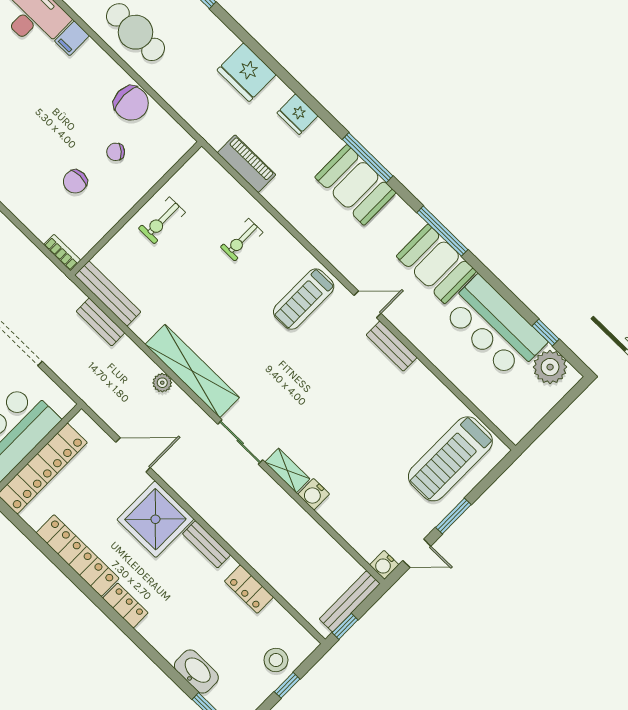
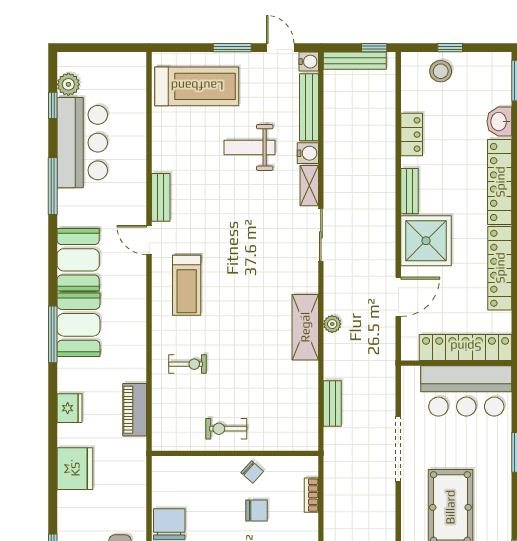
chair: (116, 152) -> (252, 472), moved
exercise bike: (162, 220) -> (226, 429), turned 180
window: (442, 231) -> (53, 186), moved
bookcase: (62, 253) -> (311, 495), moved
booth: (436, 264) -> (78, 260), moved
bench: (108, 293) -> (309, 107), moved
treadmill: (304, 299) -> (187, 285), turned 90
plant: (550, 367) -> (68, 84), width x0.73, depth x0.73
shelving: (192, 371) -> (305, 327), width x0.68
weight bench: (363, 453) -> (250, 147), added
door: (133, 455) -> (398, 297), swing flipped
locker: (125, 605) -> (500, 182), width x2.16, depth x1.21
washbasin: (196, 671) -> (499, 122), width x0.72

